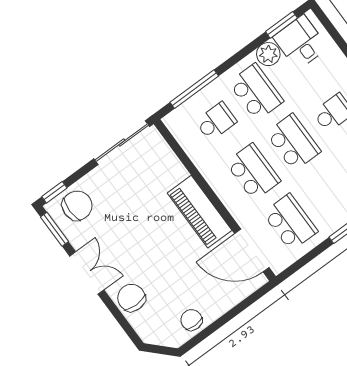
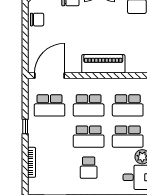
school desk: (216, 122) -> (128, 105), width x1.85
piano: (200, 212) -> (103, 64), moved

